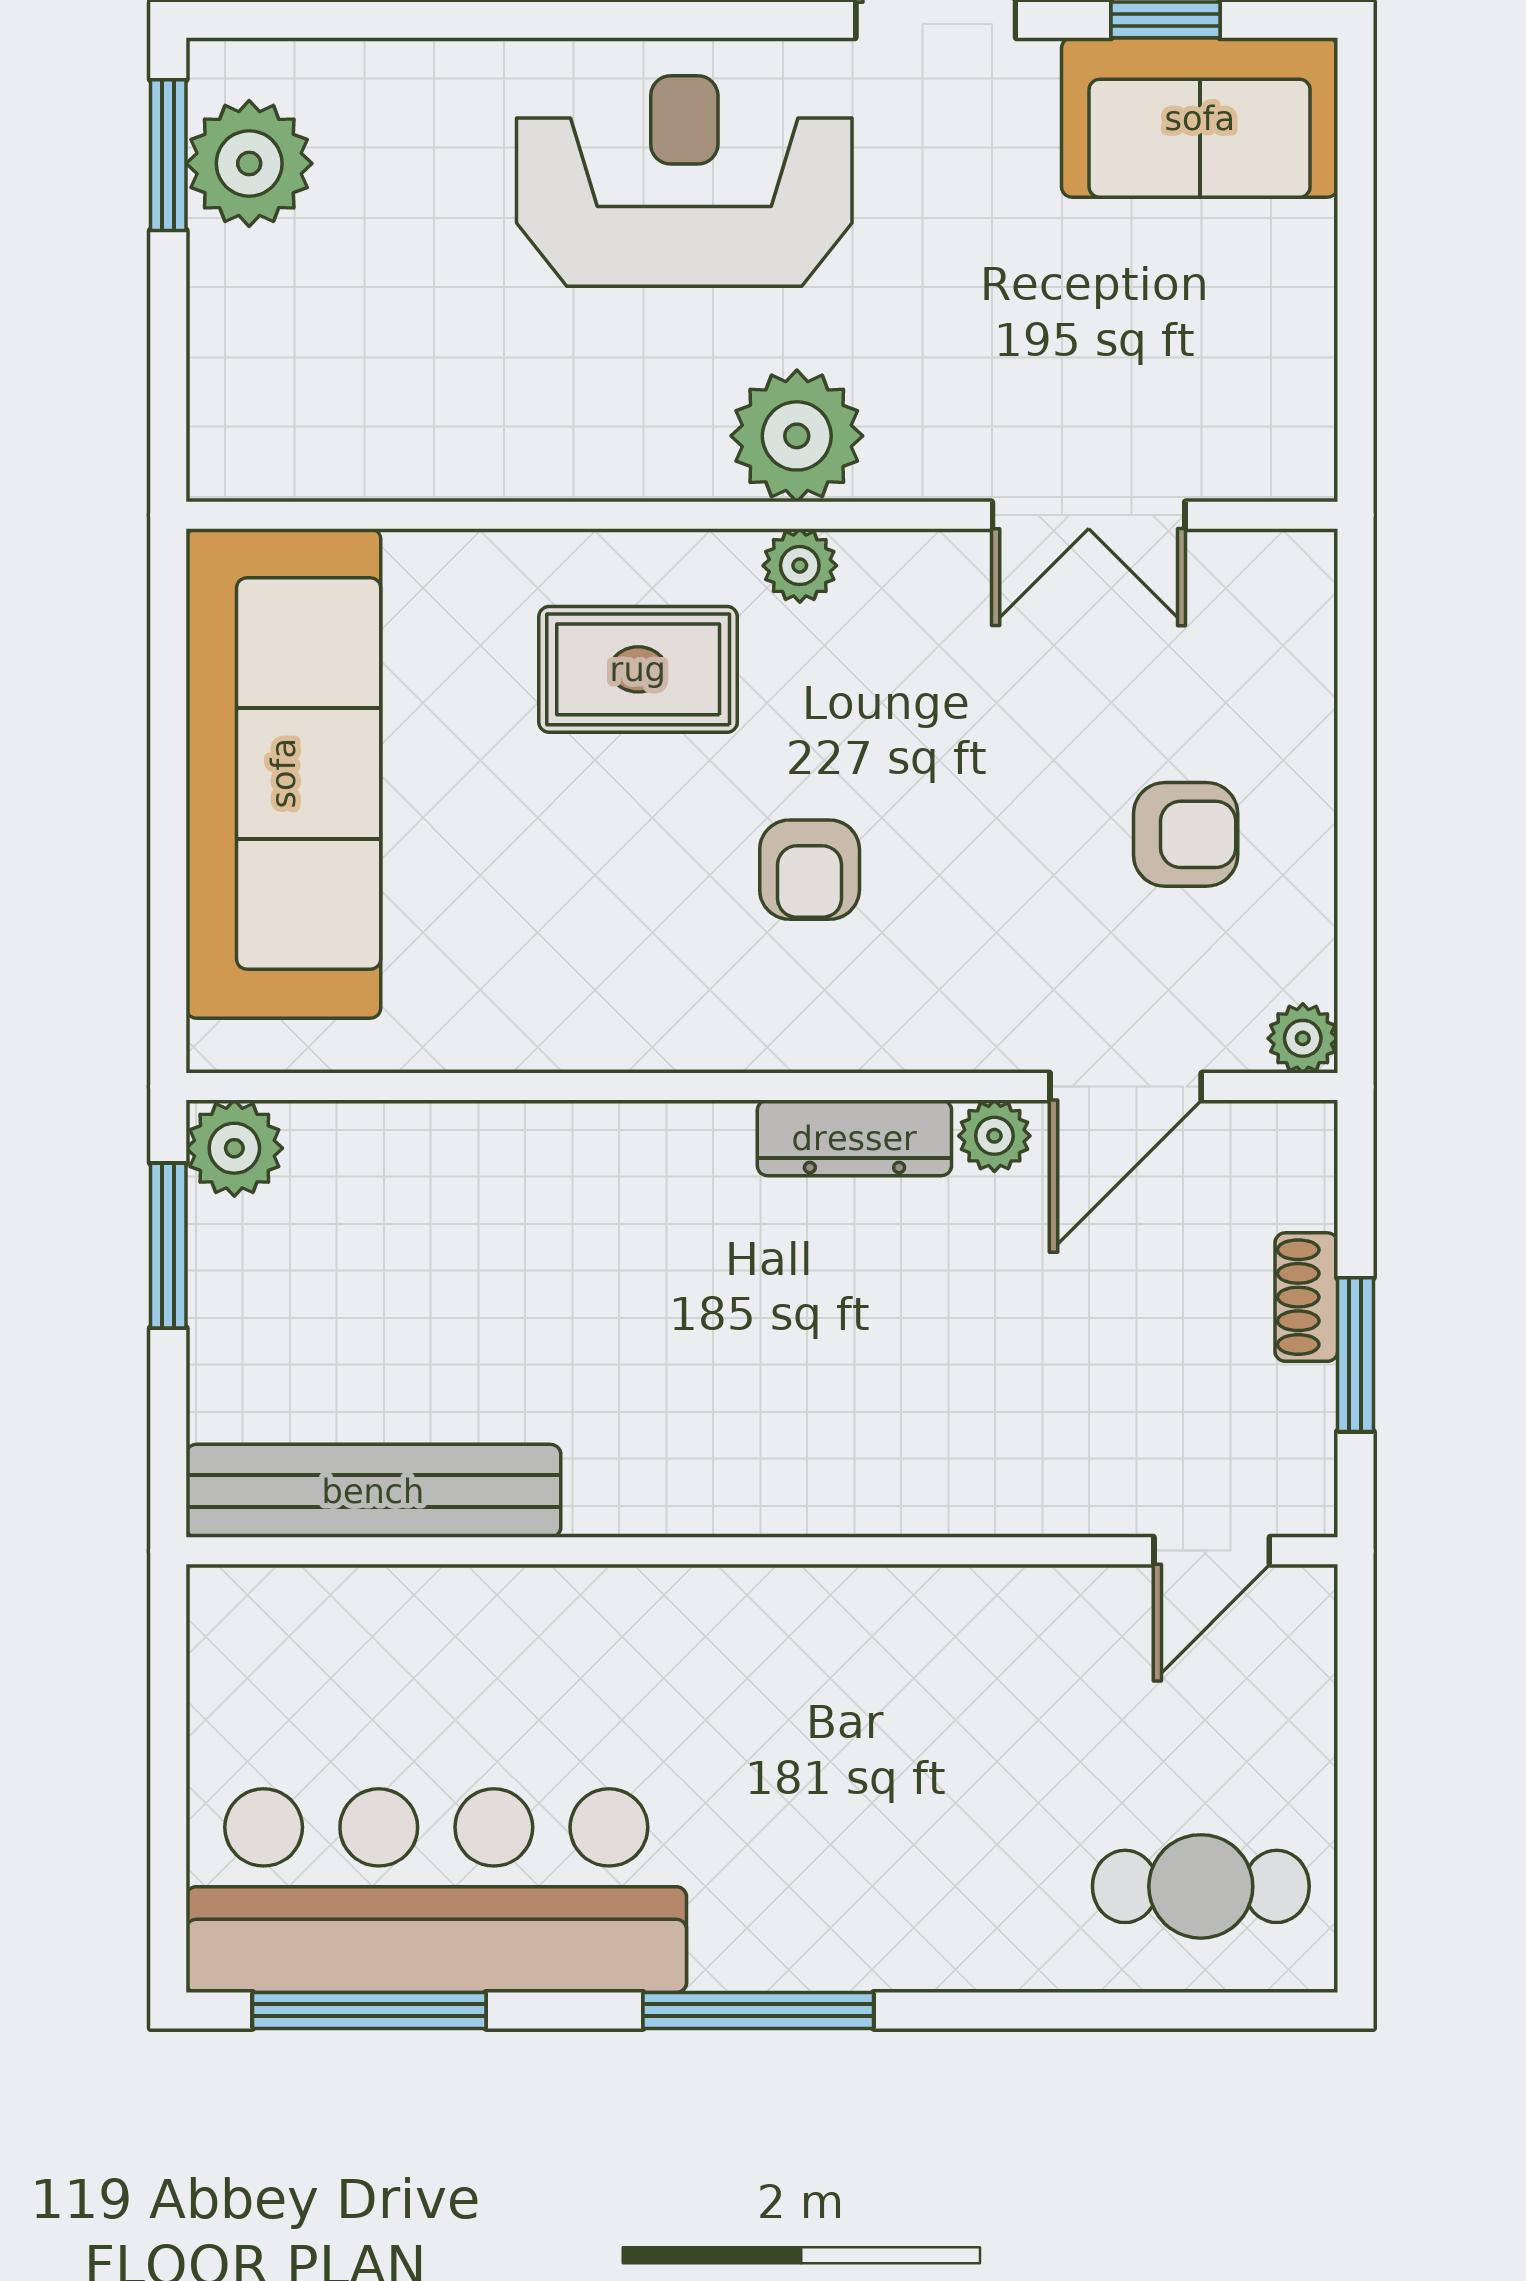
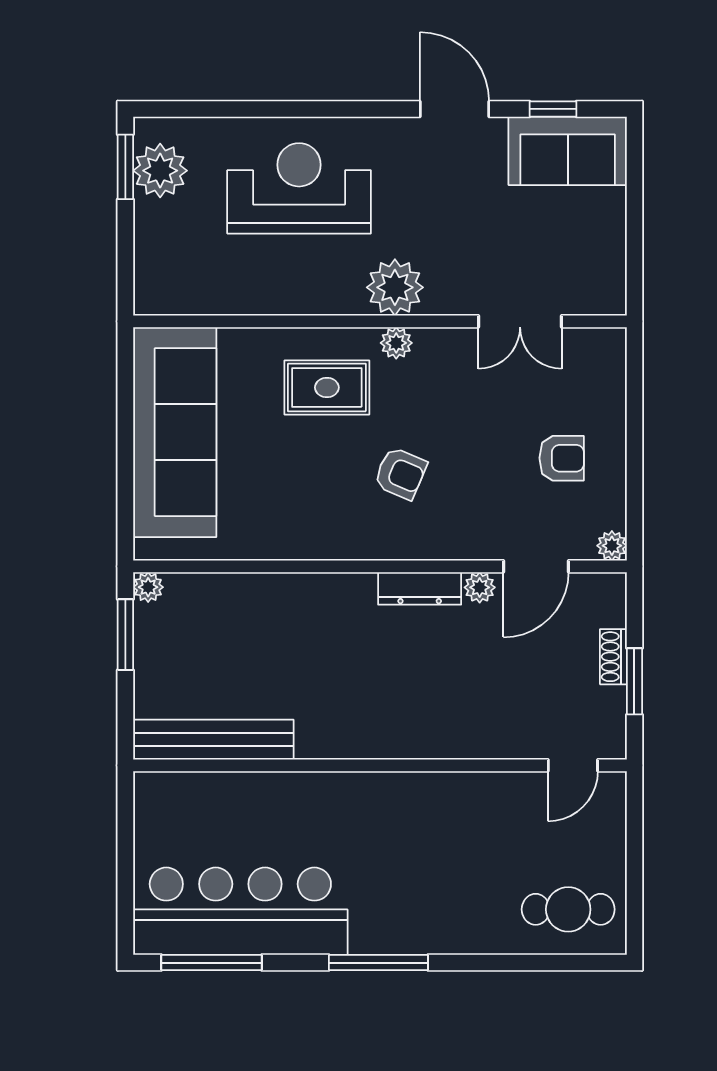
reception desk: (684, 181) -> (299, 188), moved
armchair: (810, 870) -> (400, 473), turned -67
plant: (234, 1148) -> (148, 587), width x0.73, depth x0.73

